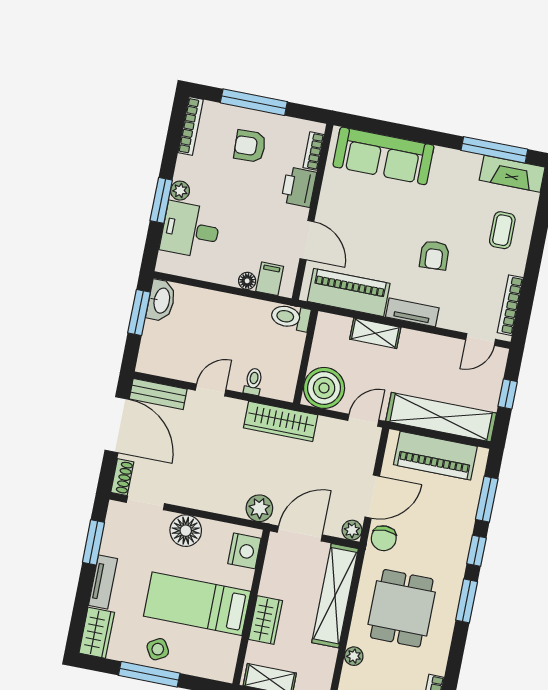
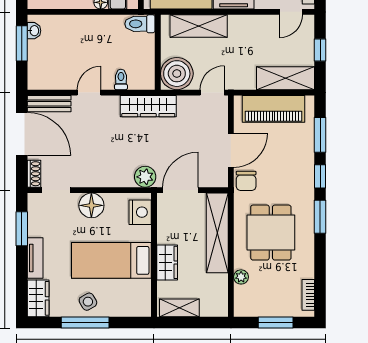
washbasin: (161, 300) -> (34, 31), width x0.52, depth x0.69
shelving: (375, 333) -> (199, 26), width x1.50, depth x1.33
shelving: (441, 417) -> (286, 78), width x0.68
plant: (352, 530) -> (220, 180), removed

